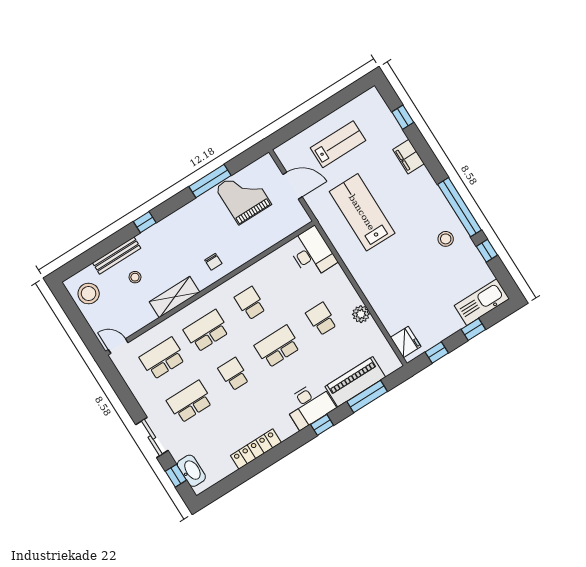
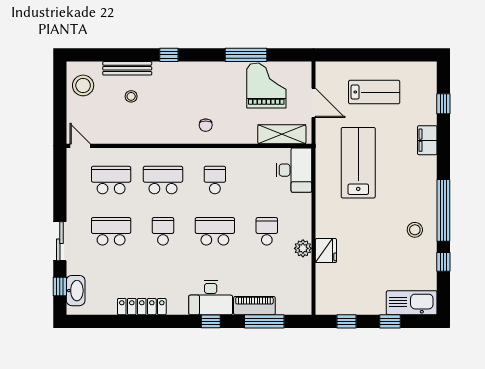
shelving: (174, 297) -> (282, 134), moved
fridge: (406, 342) -> (326, 251), moved
piano: (355, 382) -> (254, 306), width x0.73, depth x0.75

